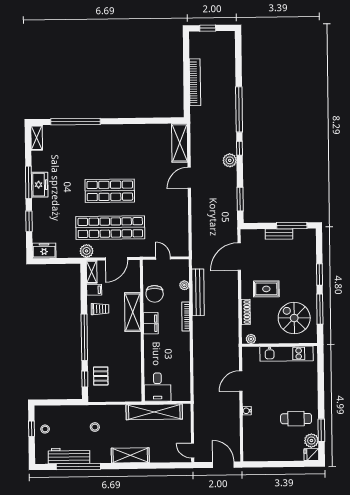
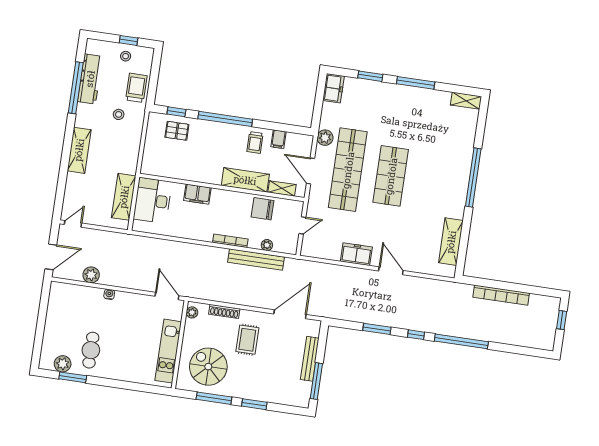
window: (75, 122) -> (473, 177), moved
shelving: (180, 143) -> (451, 242), moved, turned 90
plant: (230, 160) -> (91, 275), moved
freezer: (40, 185) -> (356, 254), moved, turned 180
window: (240, 199) -> (377, 329), moved
bench: (279, 234) -> (310, 359), width x1.36
door: (239, 257) -> (290, 314), hinge flipped
shelving: (92, 272) -> (282, 188), moved
spiral stairs: (294, 318) -> (208, 367), turned -90
filing cabinet: (151, 323) -> (197, 194), moved
door: (241, 381) -> (167, 296), moved
desk: (157, 387) -> (153, 200), width x1.37
shelving: (154, 412) -> (124, 197), width x0.68
trolley: (70, 416) -> (136, 88), added
fridge: (311, 455) -> (46, 361), removed

